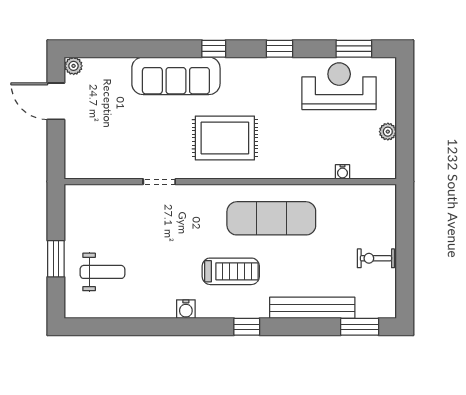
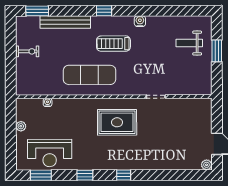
sofa: (176, 76) -> (146, 159), removed

